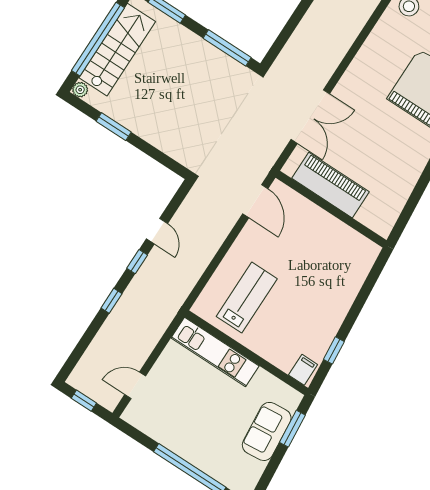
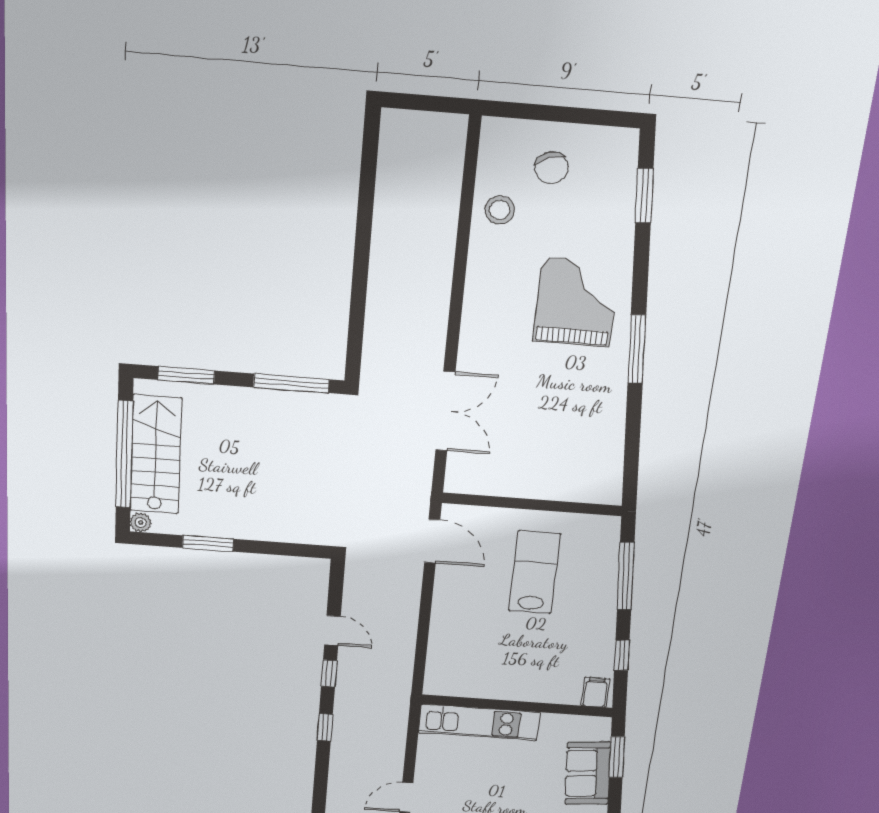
piano: (330, 185) -> (516, 478), removed
window: (365, 292) -> (626, 576), added
lab bench: (247, 298) -> (535, 572), moved

